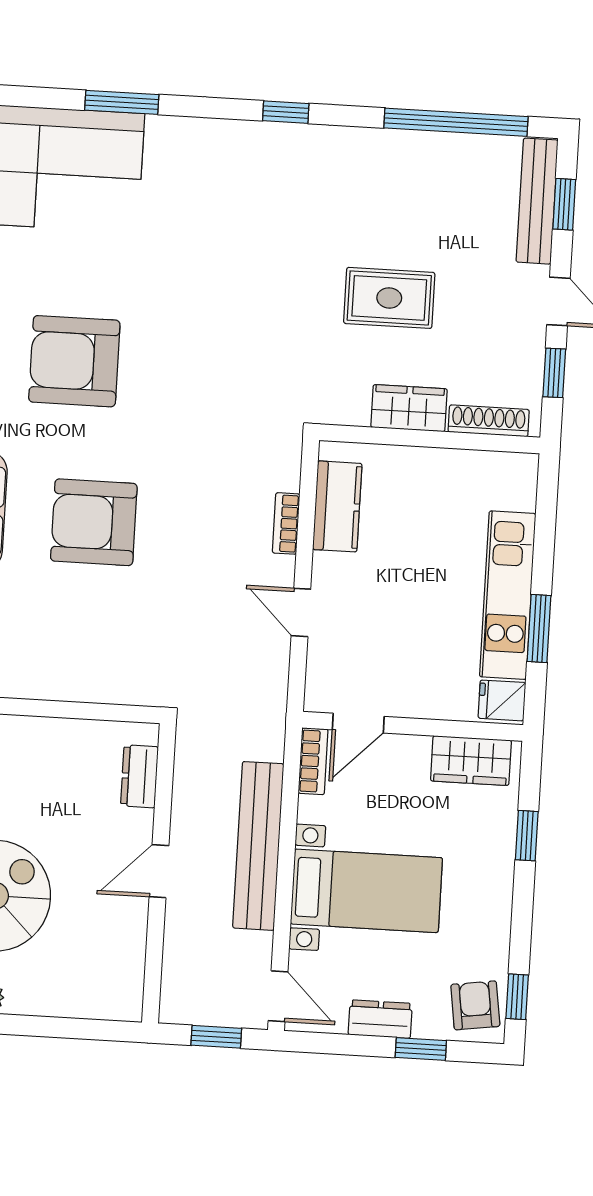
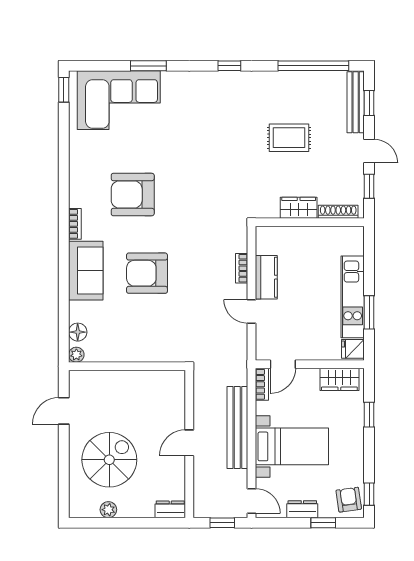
rug: (389, 298) -> (289, 138), moved
kitchen counter: (337, 506) -> (266, 277), moved
dresser: (139, 776) -> (170, 509), moved, turned 90

